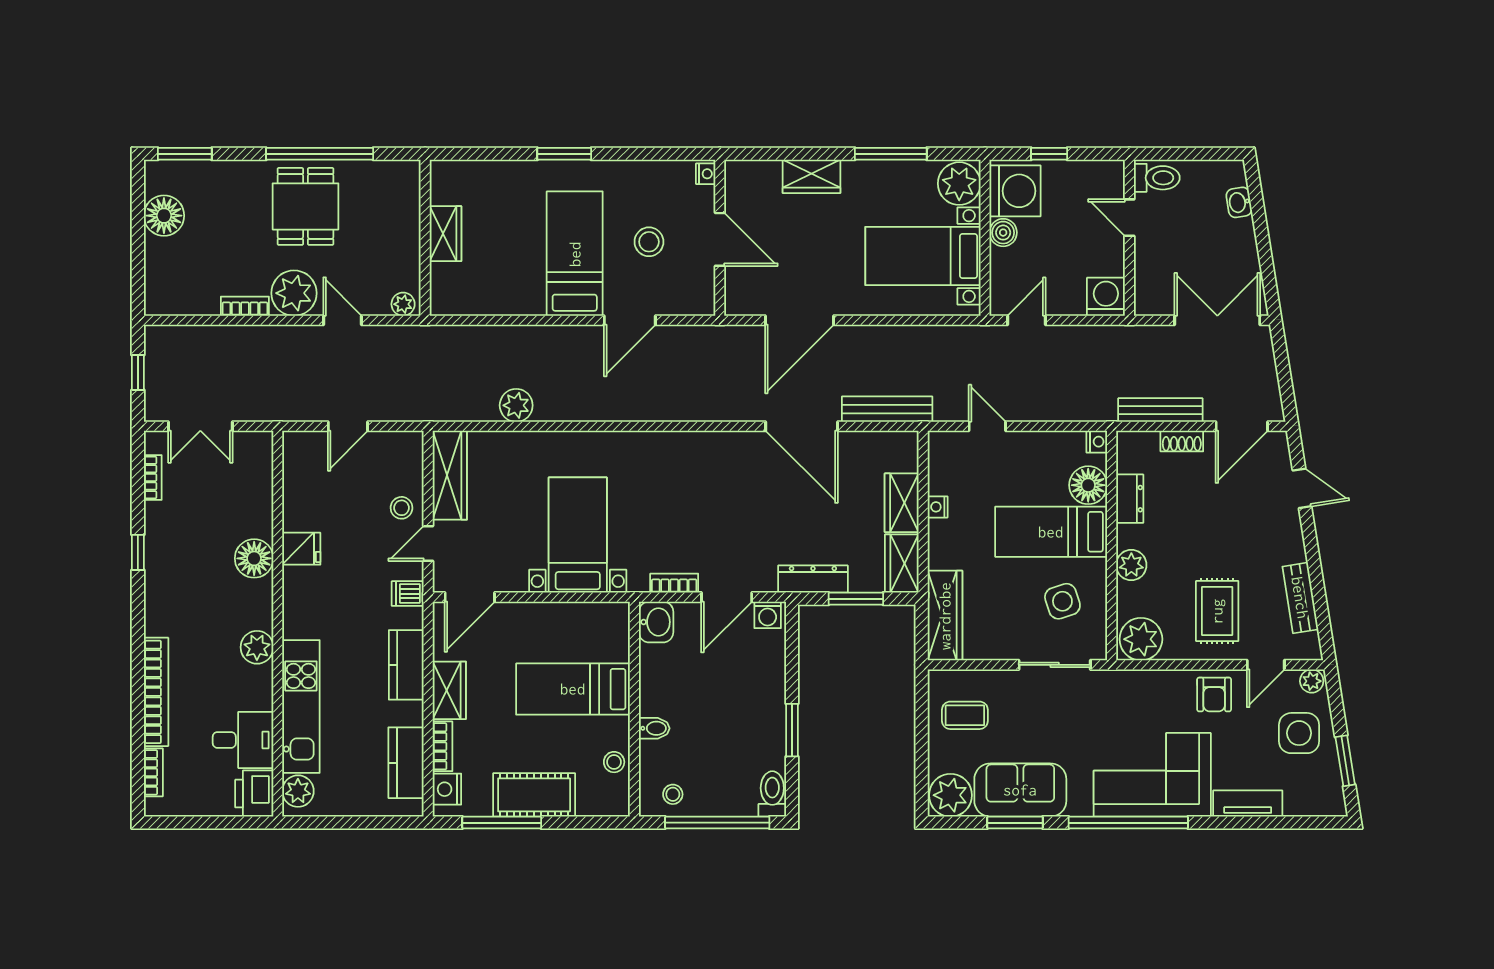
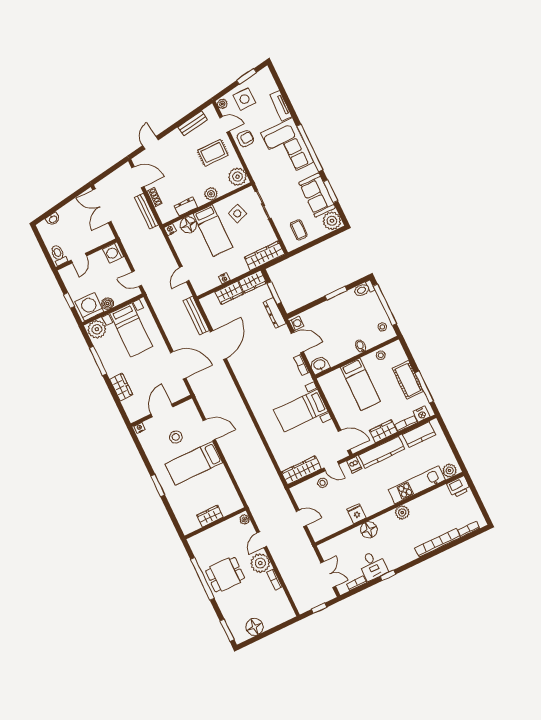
plant: (516, 405) -> (263, 458), removed
kitchen counter: (406, 665) -> (382, 452), width x1.50
desk: (243, 740) -> (373, 565), moved, turned 180

